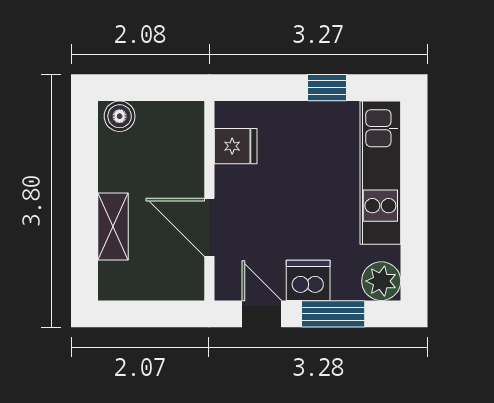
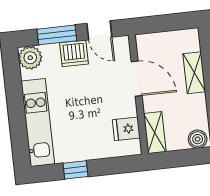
shelving: (189, 135) -> (155, 133), added

